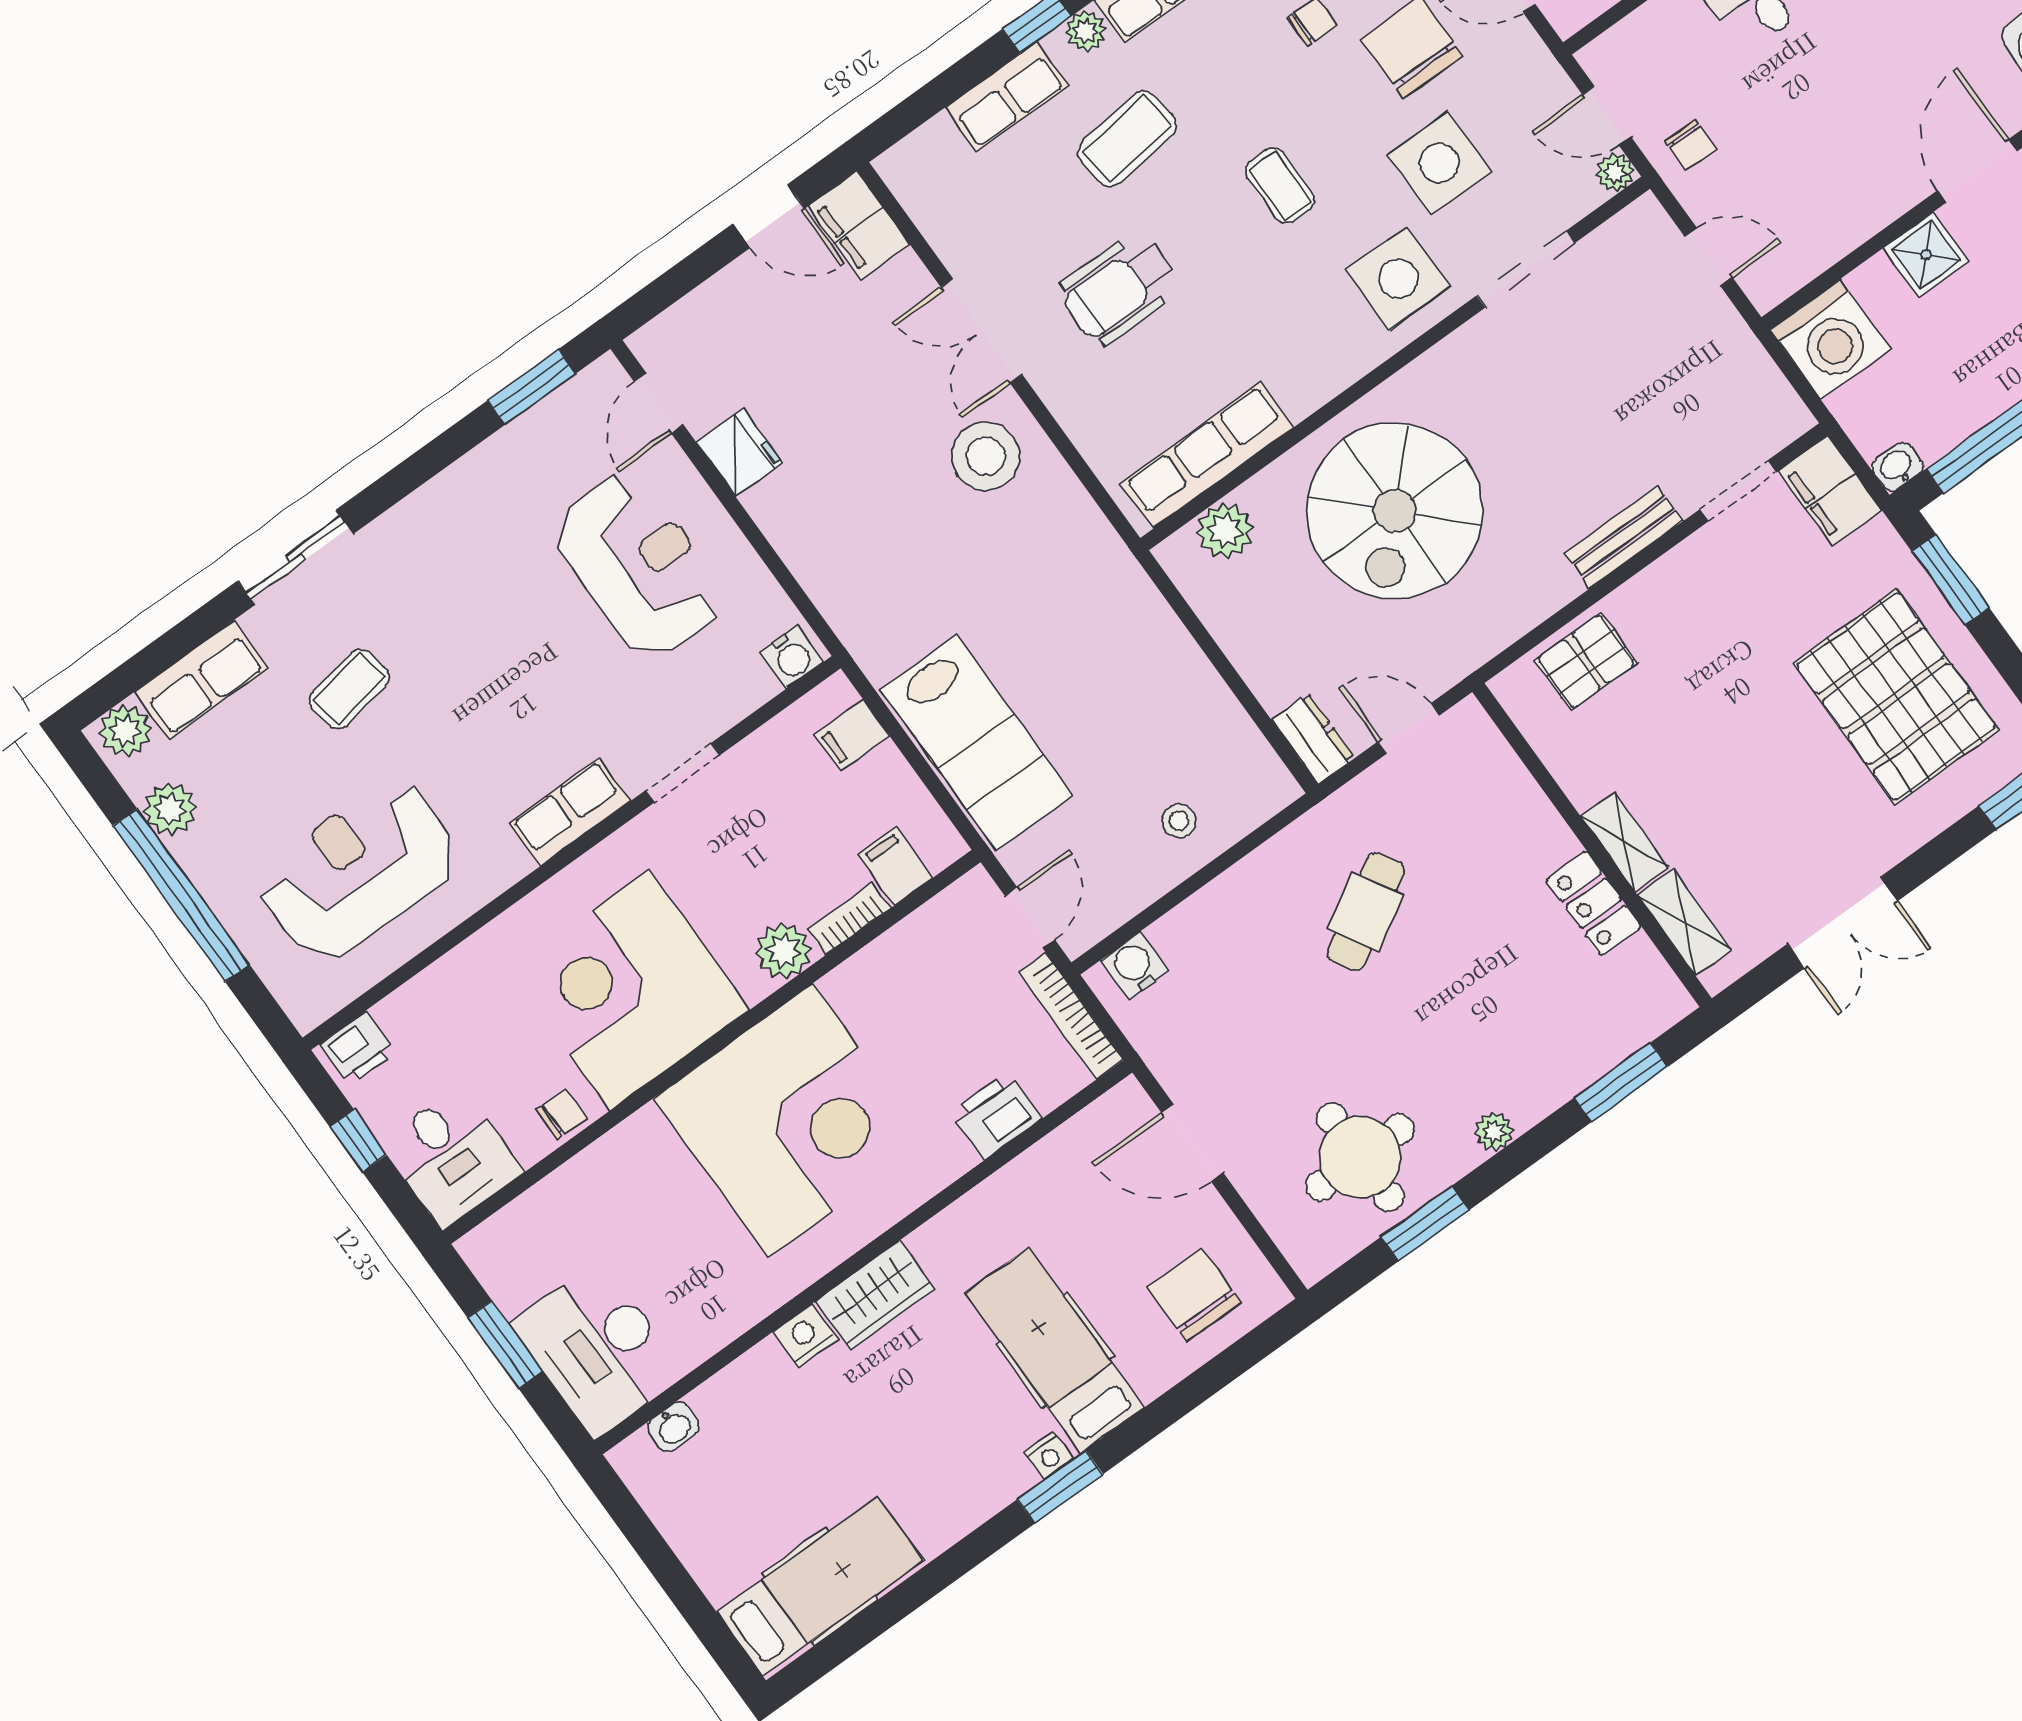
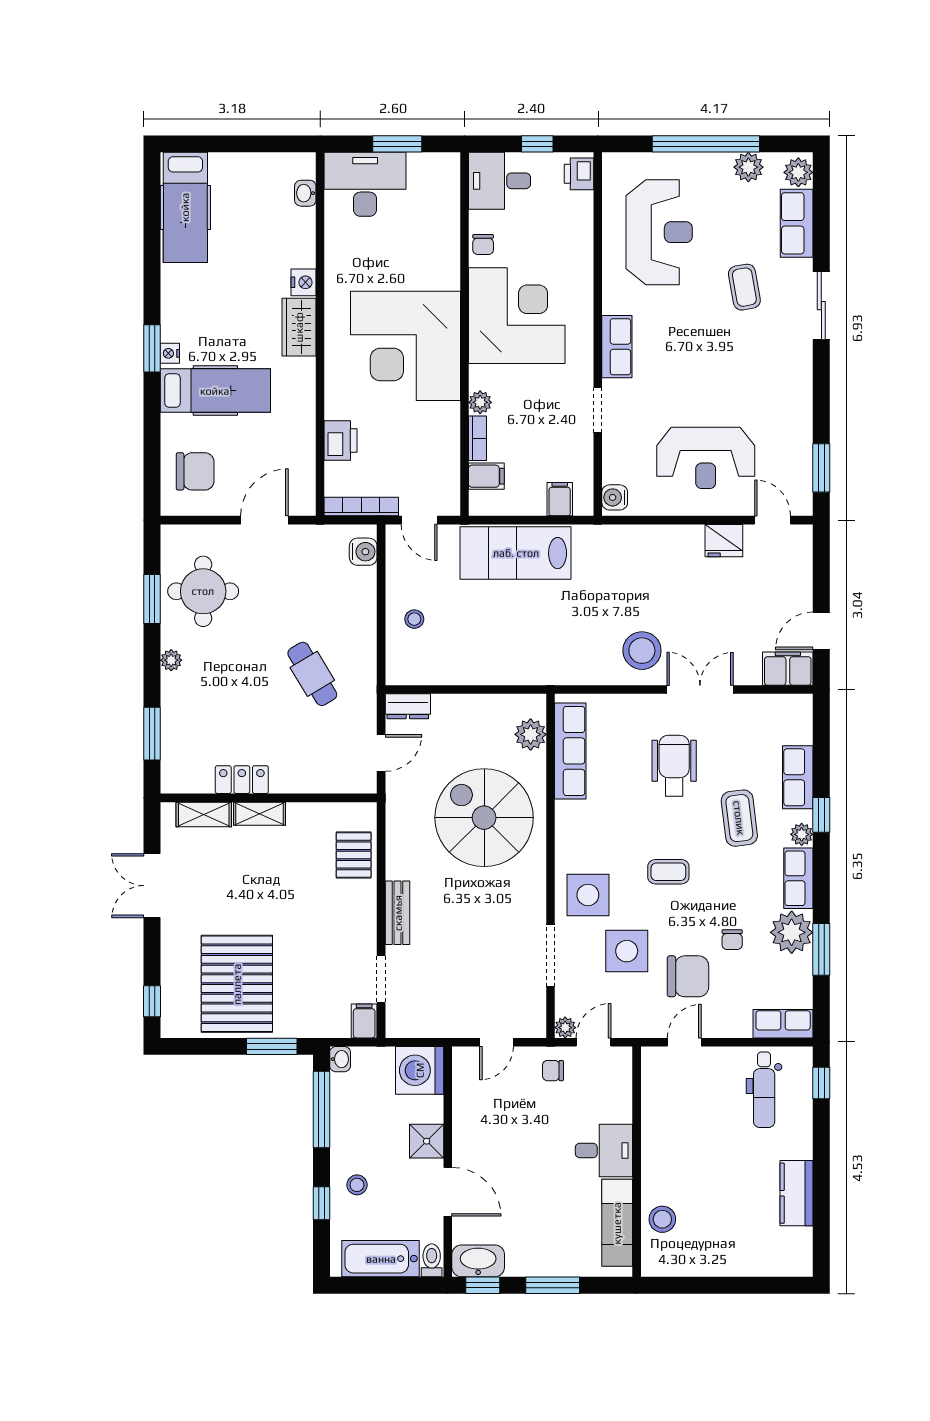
filing cabinet: (1830, 491) -> (364, 1021), width x0.50
pallet: (1896, 696) -> (237, 984), turned 90
plant: (783, 951) -> (480, 402), width x0.73, depth x0.73

